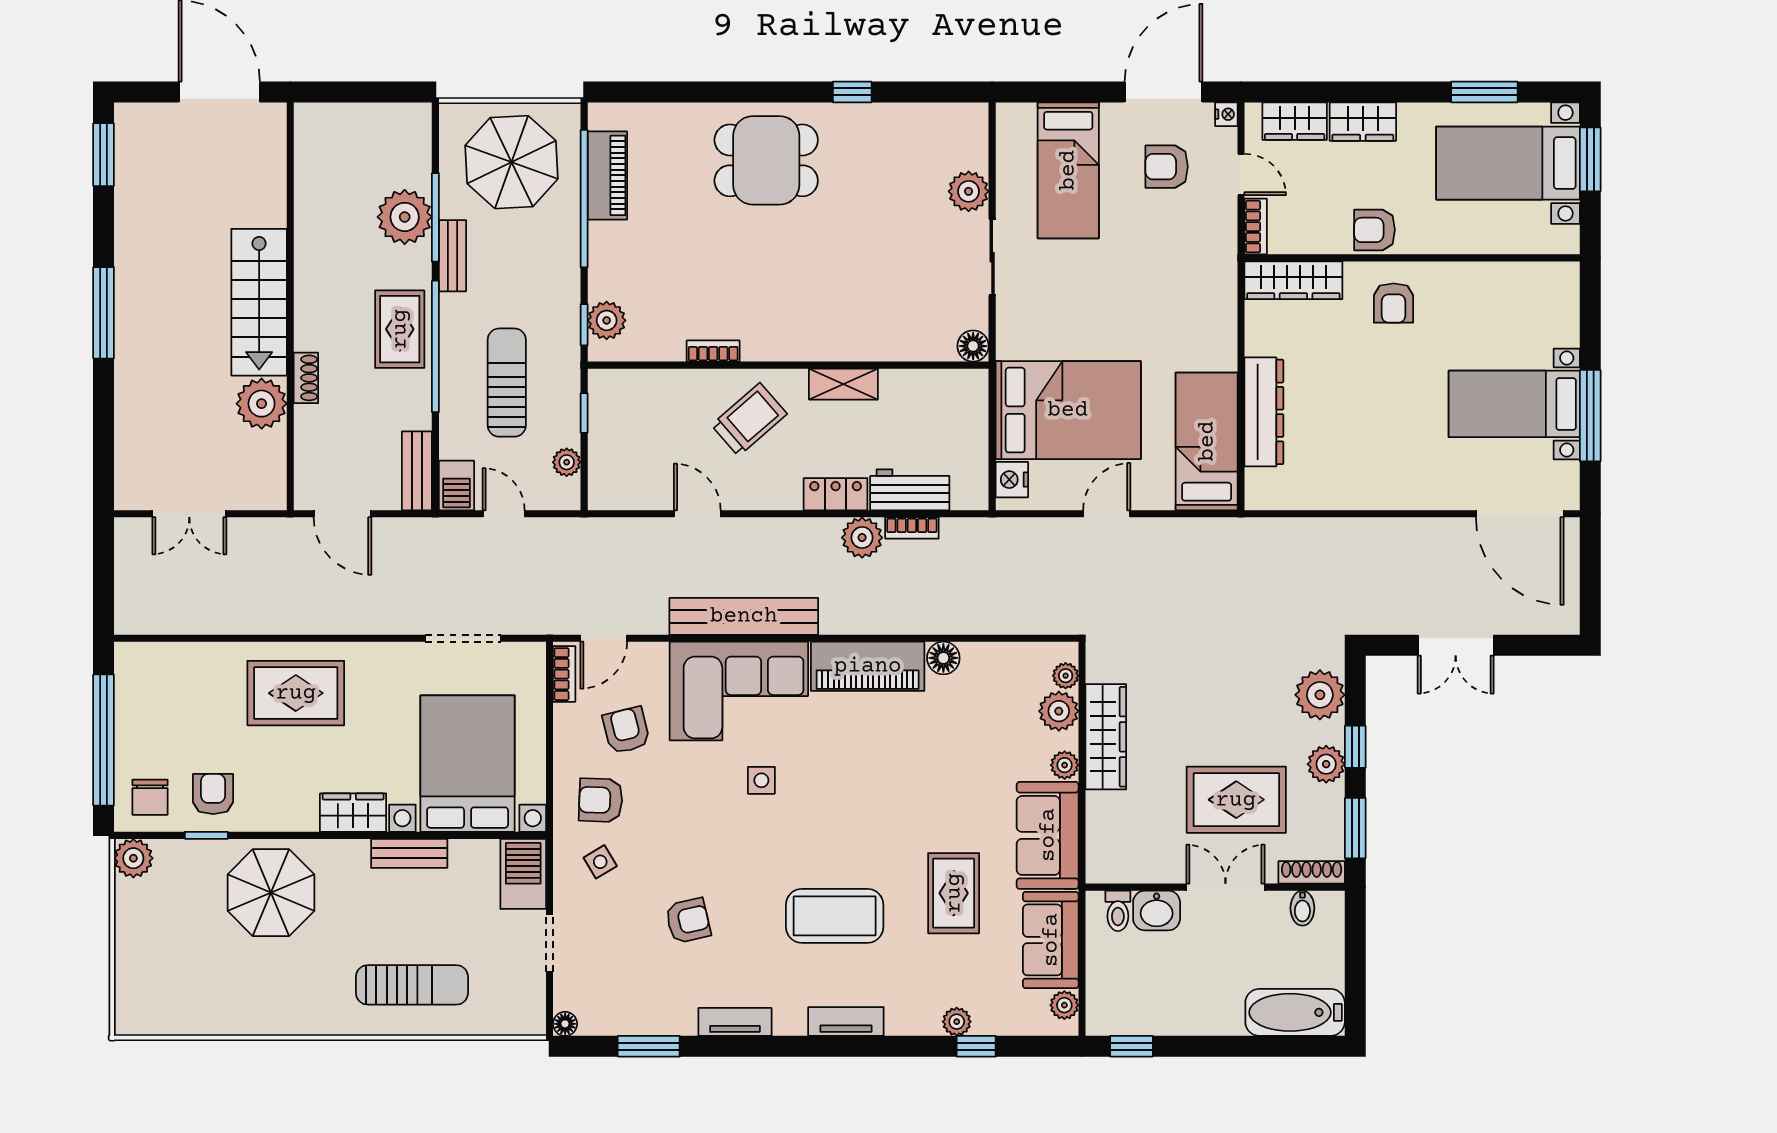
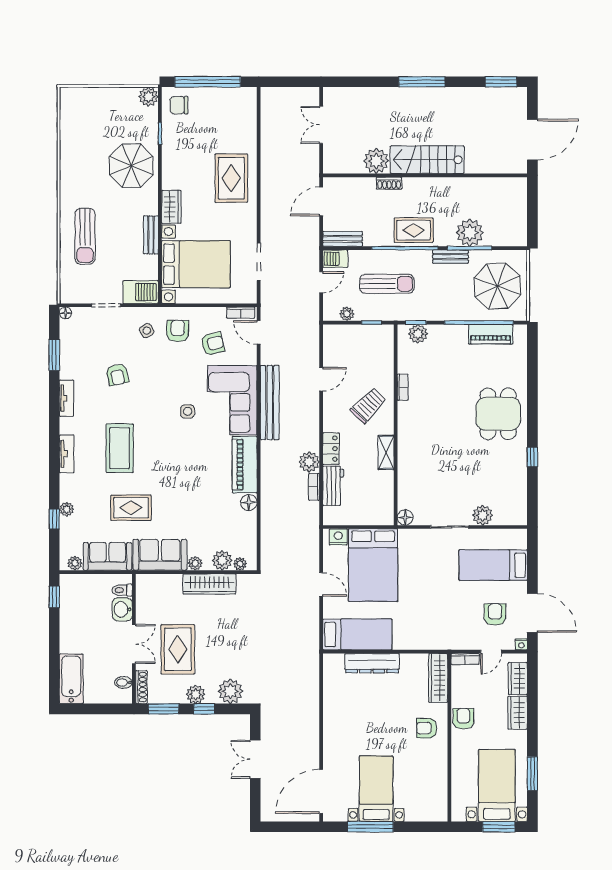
trolley: (749, 419) -> (368, 405), turned -95
armchair: (213, 794) -> (181, 137), removed

